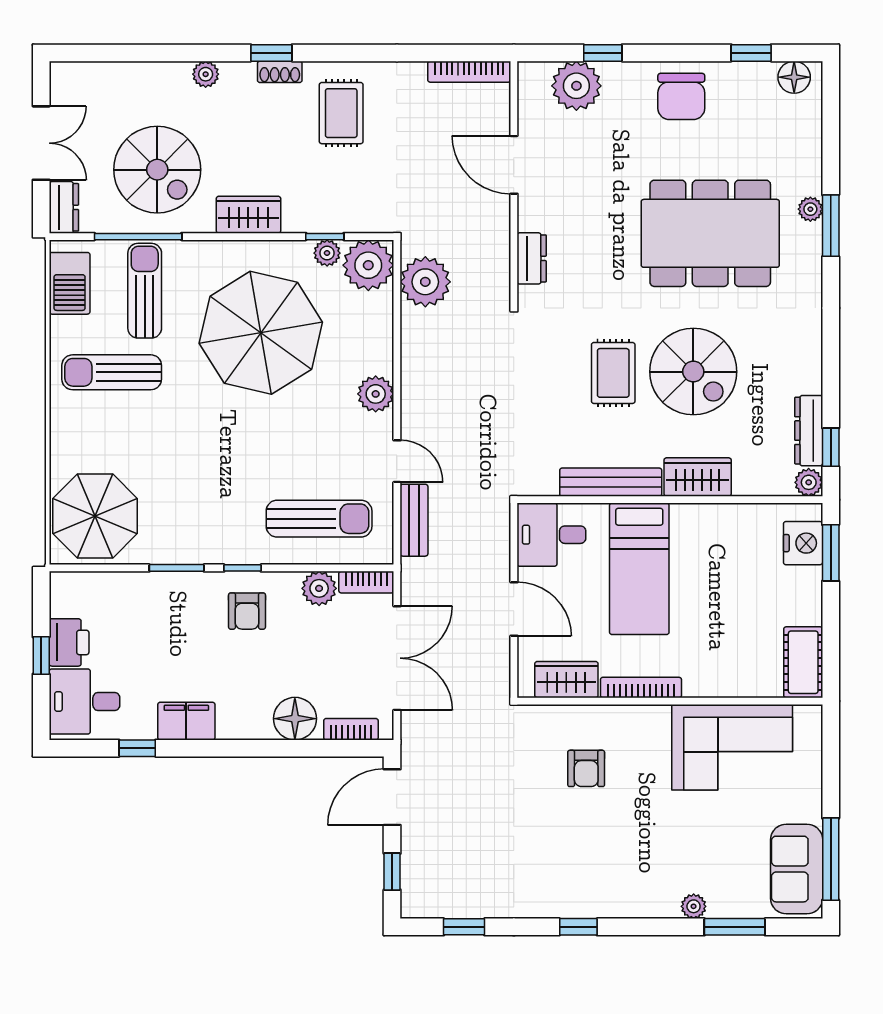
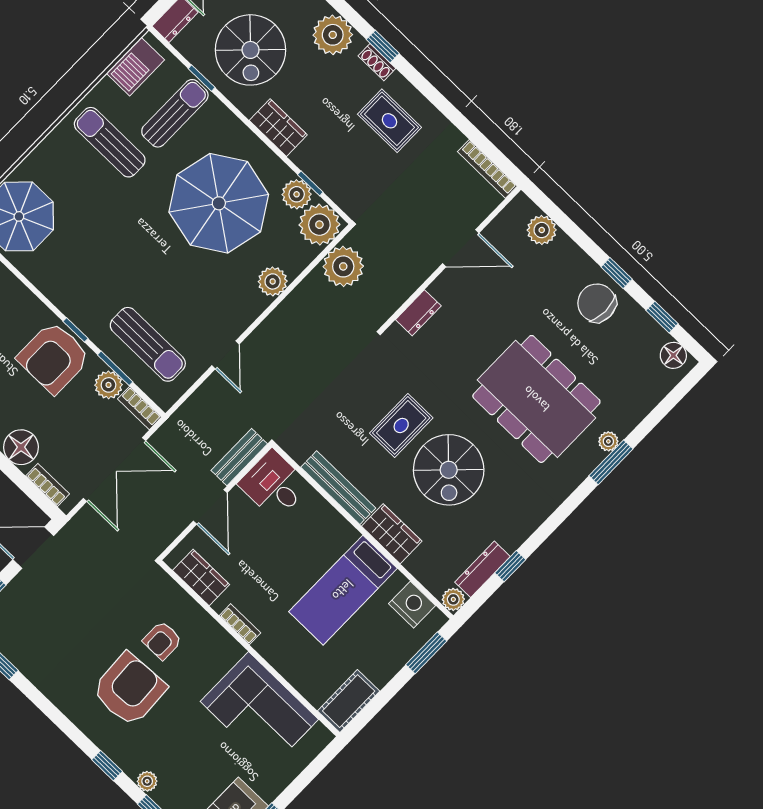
window: (603, 53) -> (617, 273), moved
plant: (206, 74) -> (333, 35), width x1.87, depth x1.87
plant: (576, 86) -> (542, 230), width x0.73, depth x0.73
chair: (681, 96) -> (597, 303), turned 90
rug: (341, 113) -> (389, 121), turned 90
door: (514, 165) -> (461, 248), swing flipped
window: (138, 237) -> (202, 78), width x0.46
plant: (327, 253) -> (297, 194), width x1.38, depth x1.38
plant: (376, 394) -> (273, 281), moved
window: (831, 447) -> (510, 566), moved
bench: (414, 520) -> (239, 457), moved
nightstand: (803, 543) -> (412, 605), moved, turned -90
window: (177, 568) -> (115, 368), moved
bed: (639, 569) -> (343, 590), moved
armchair: (247, 611) -> (54, 357), width x1.88, depth x1.88
bookcase: (641, 687) -> (240, 624), width x0.64
armchair: (599, 840) -> (129, 689), added
window: (578, 927) -> (107, 766), moved

